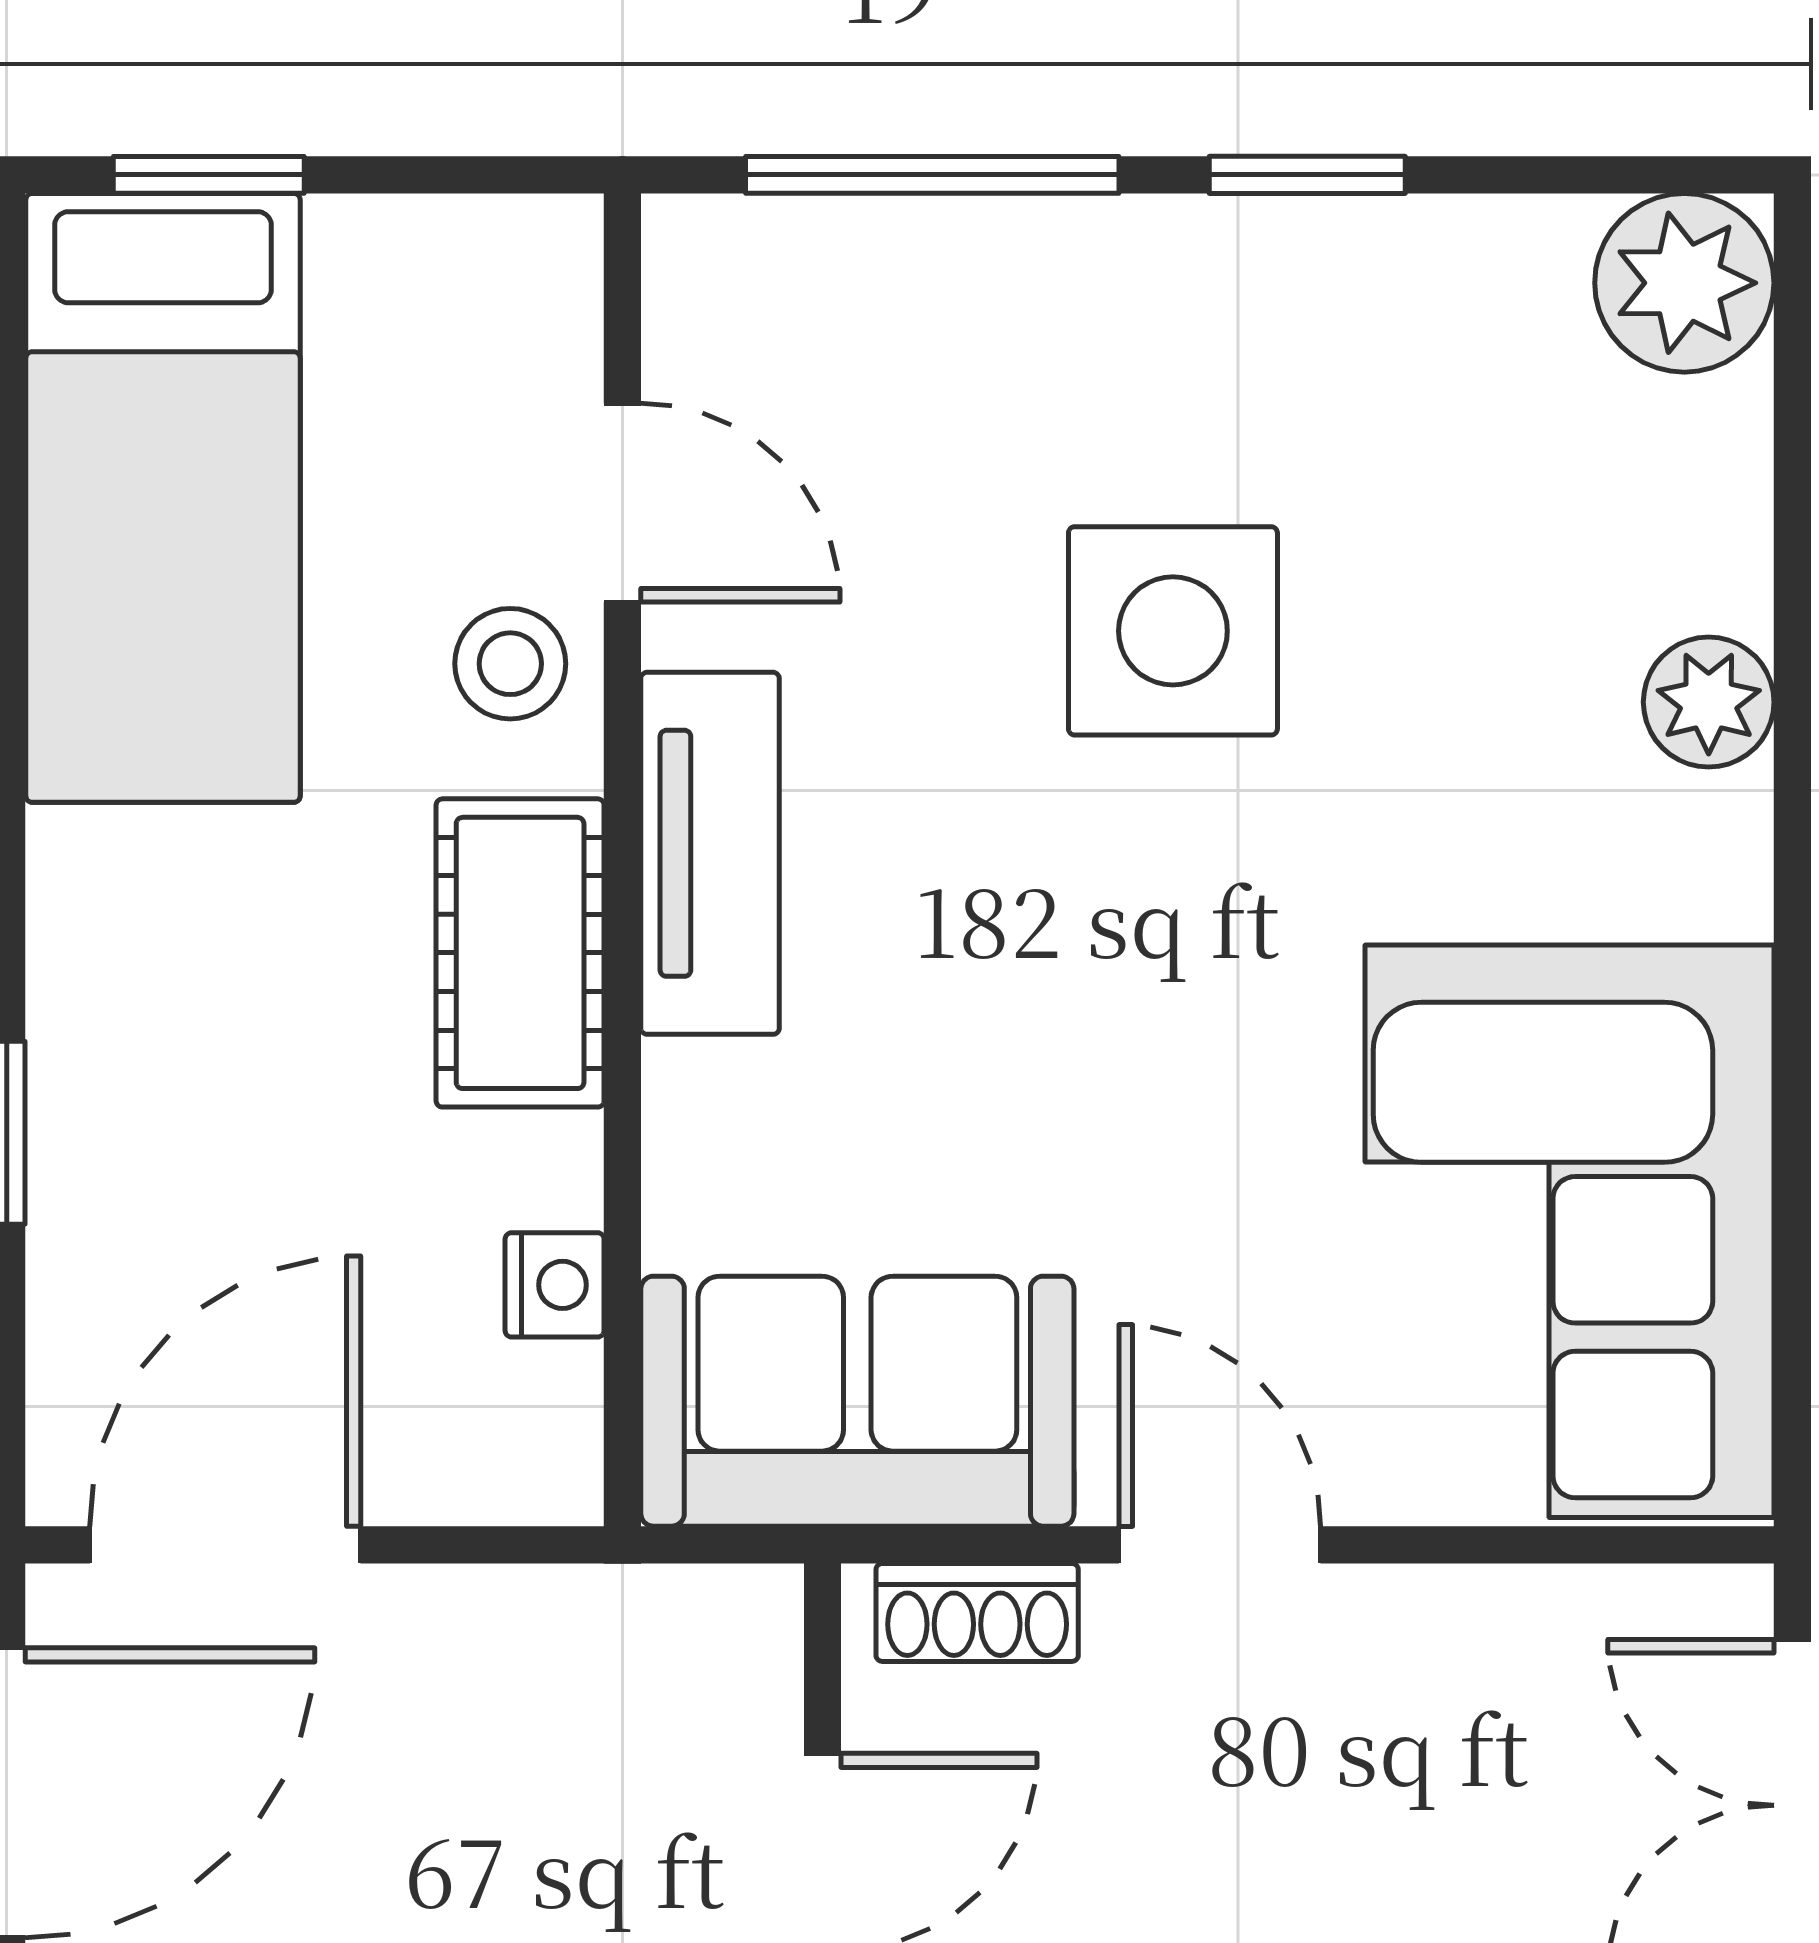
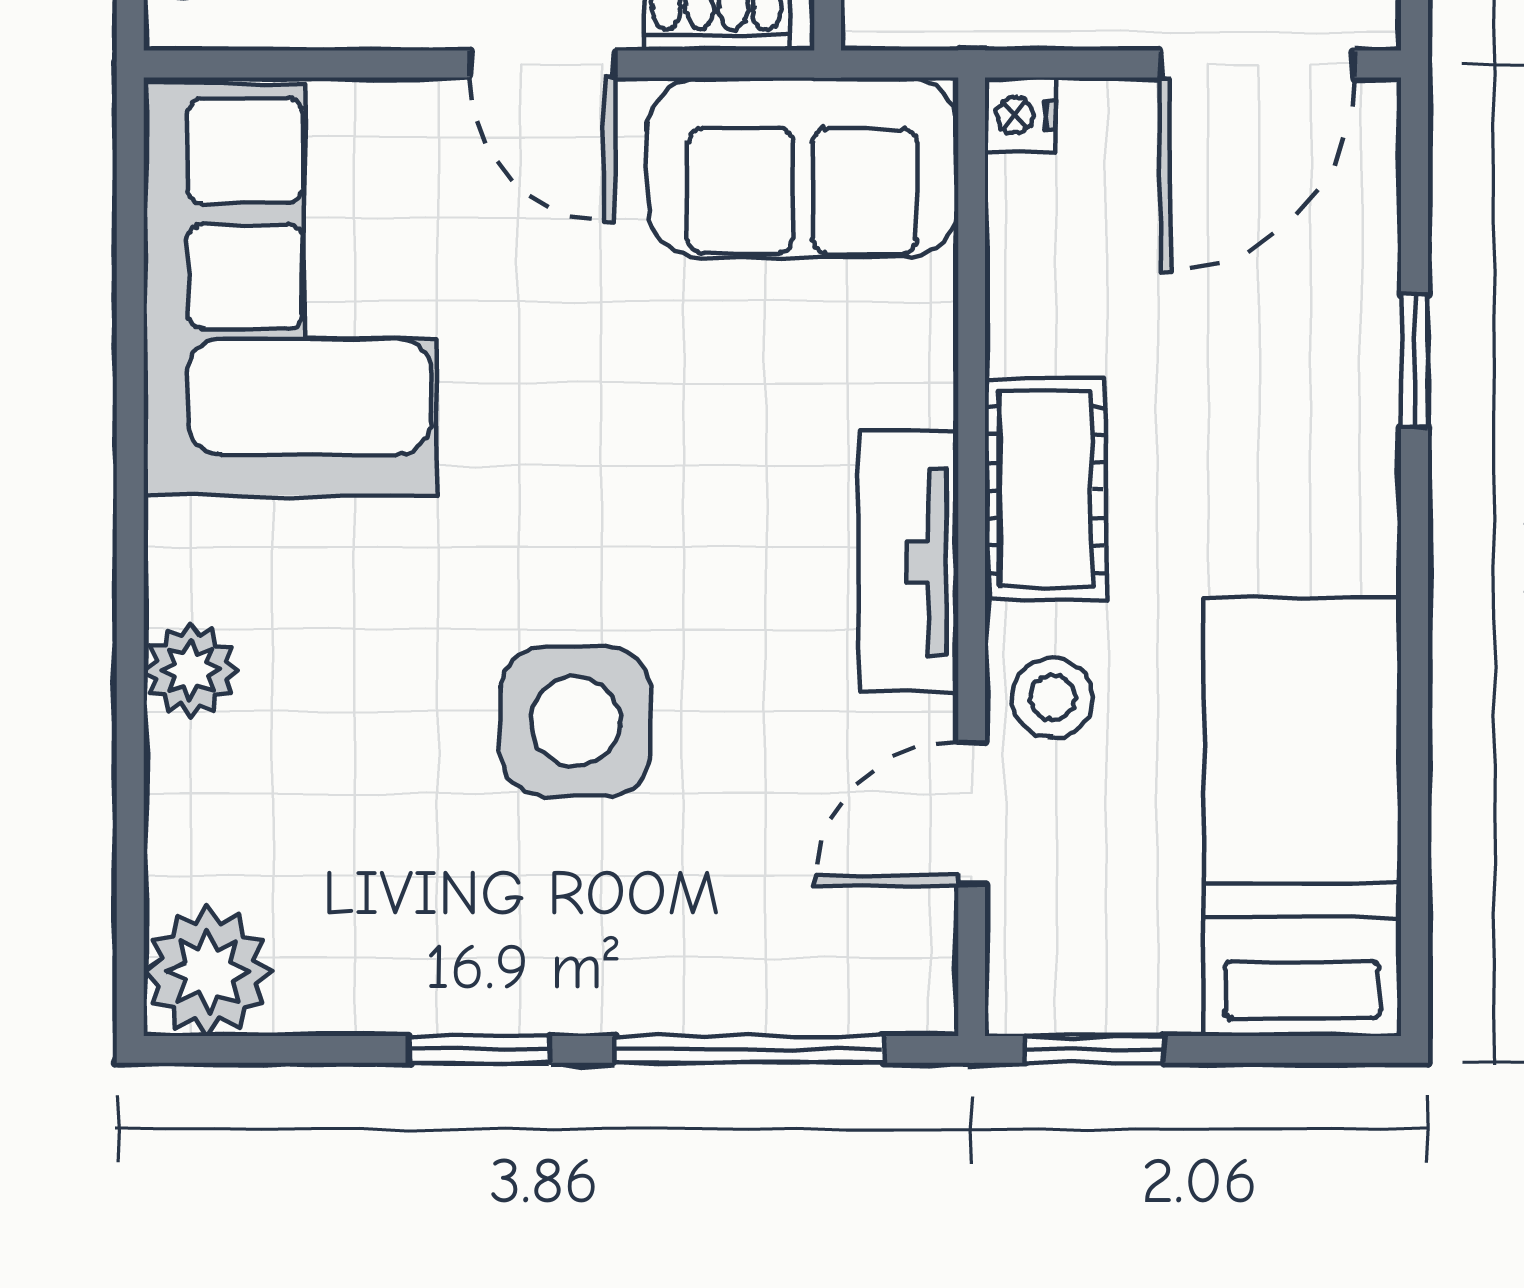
window: (209, 175) -> (1094, 1049), moved
door: (622, 503) -> (972, 814), hinge flipped
nightstand: (555, 1285) -> (1020, 115), moved

